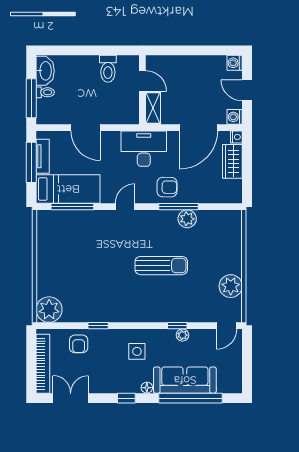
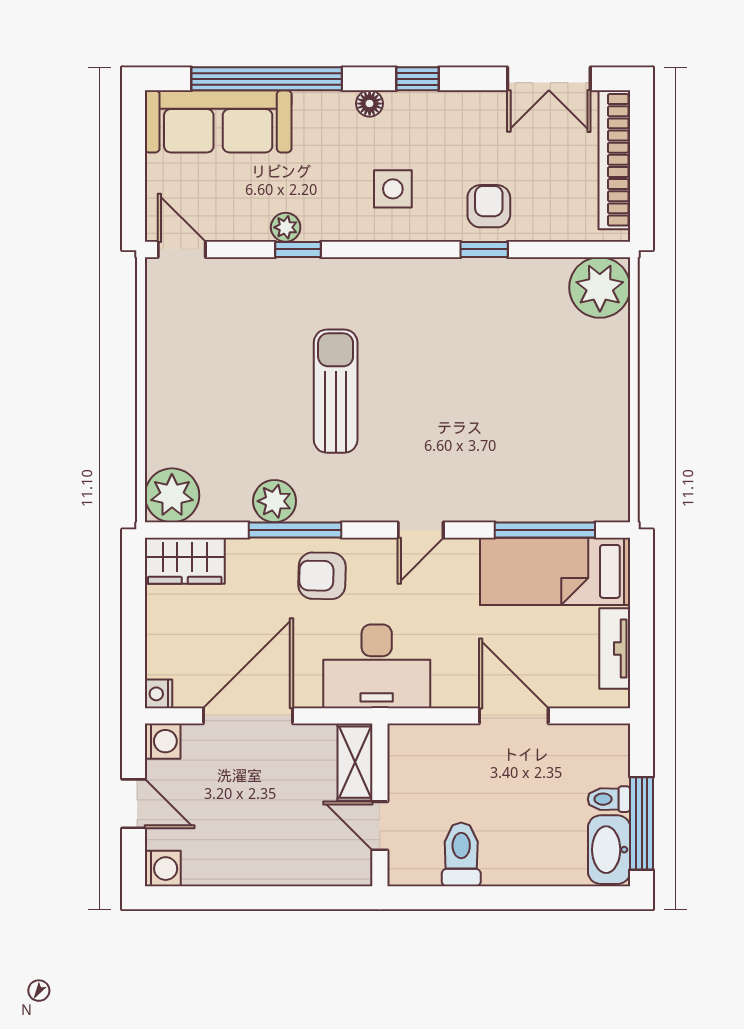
window: (31, 98) -> (642, 823), moved
wardrobe: (232, 161) -> (185, 561), moved, turned 90
window: (31, 162) -> (642, 634), removed
sun lounger: (161, 266) -> (336, 391), turned 90
plant: (231, 286) -> (172, 495), moved
door: (227, 326) -> (182, 249), hinge flipped
armchair: (79, 344) -> (489, 206), moved
sofa: (185, 380) -> (218, 121), moved

